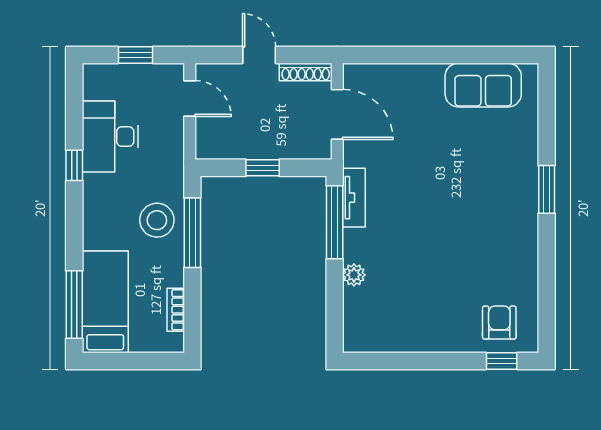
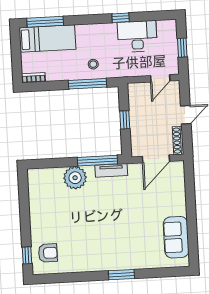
stool: (157, 220) -> (93, 64), width x0.53, depth x0.53
plant: (354, 275) -> (75, 178), width x1.88, depth x1.88
bookcase: (176, 310) -> (33, 78), moved

